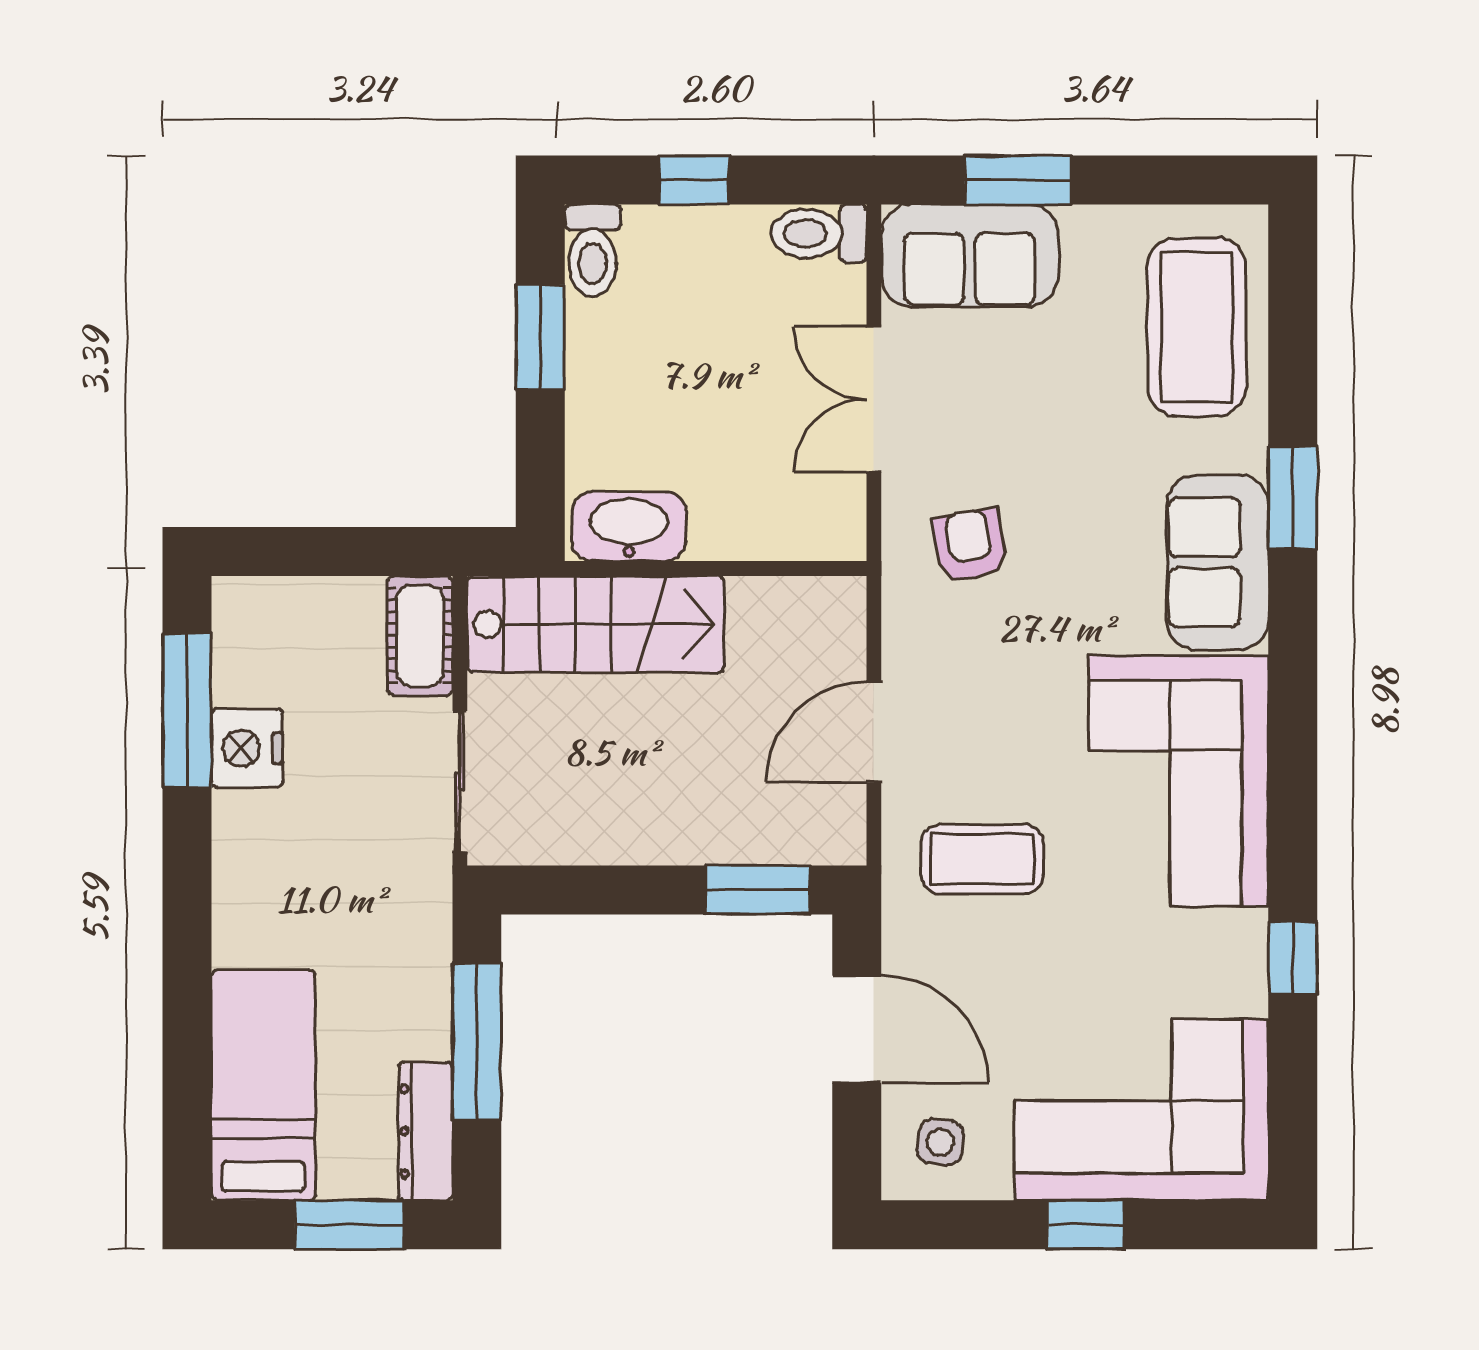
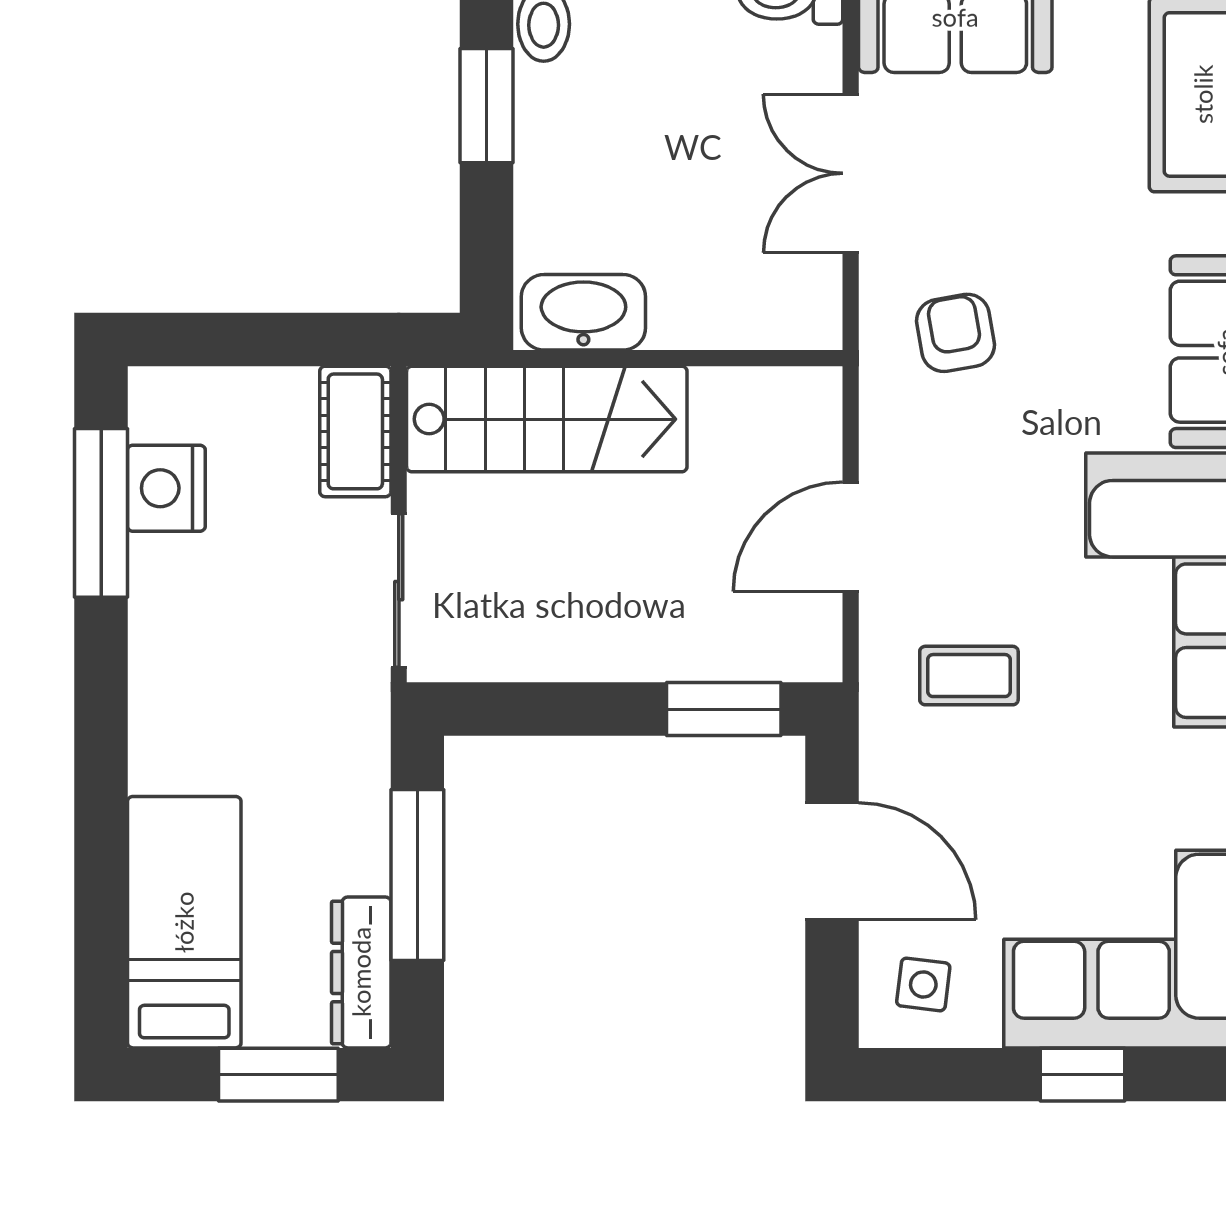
nightstand: (247, 748) -> (166, 488), moved
coffee table: (982, 859) -> (969, 676), width x0.73, depth x0.77

